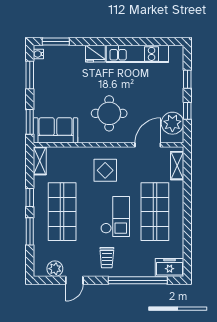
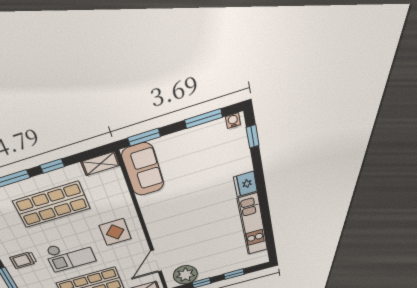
window: (56, 42) -> (253, 136), width x0.67
round table: (109, 113) -> (179, 218), removed
door: (148, 145) -> (156, 261), swing flipped

